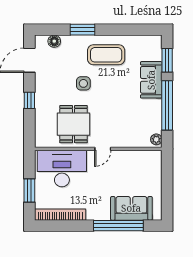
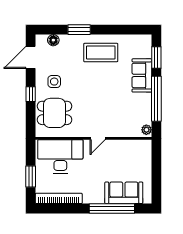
side table: (83, 83) -> (54, 82), moved
dining table: (74, 124) -> (54, 113), moved, turned 90

